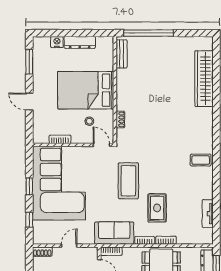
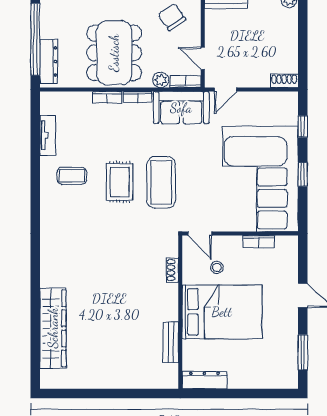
window: (149, 33) -> (132, 394), removed
nightstand: (57, 42) -> (263, 381), removed
dresser: (80, 42) -> (204, 380), moved
bench: (122, 54) -> (171, 342), moved
coffee table: (201, 160) -> (72, 176), moved
rug: (157, 208) -> (120, 182), moved
door: (69, 246) -> (225, 90), moved
plant: (129, 252) -> (161, 80), added

